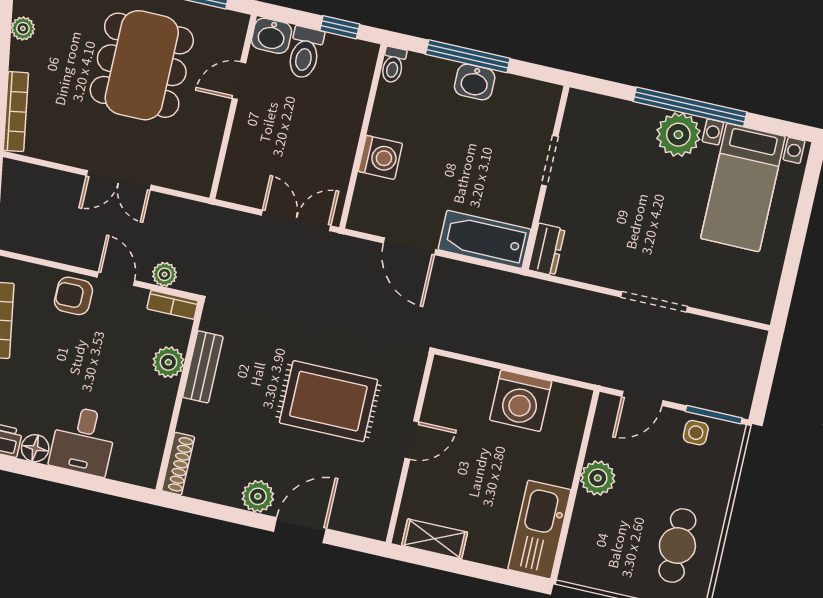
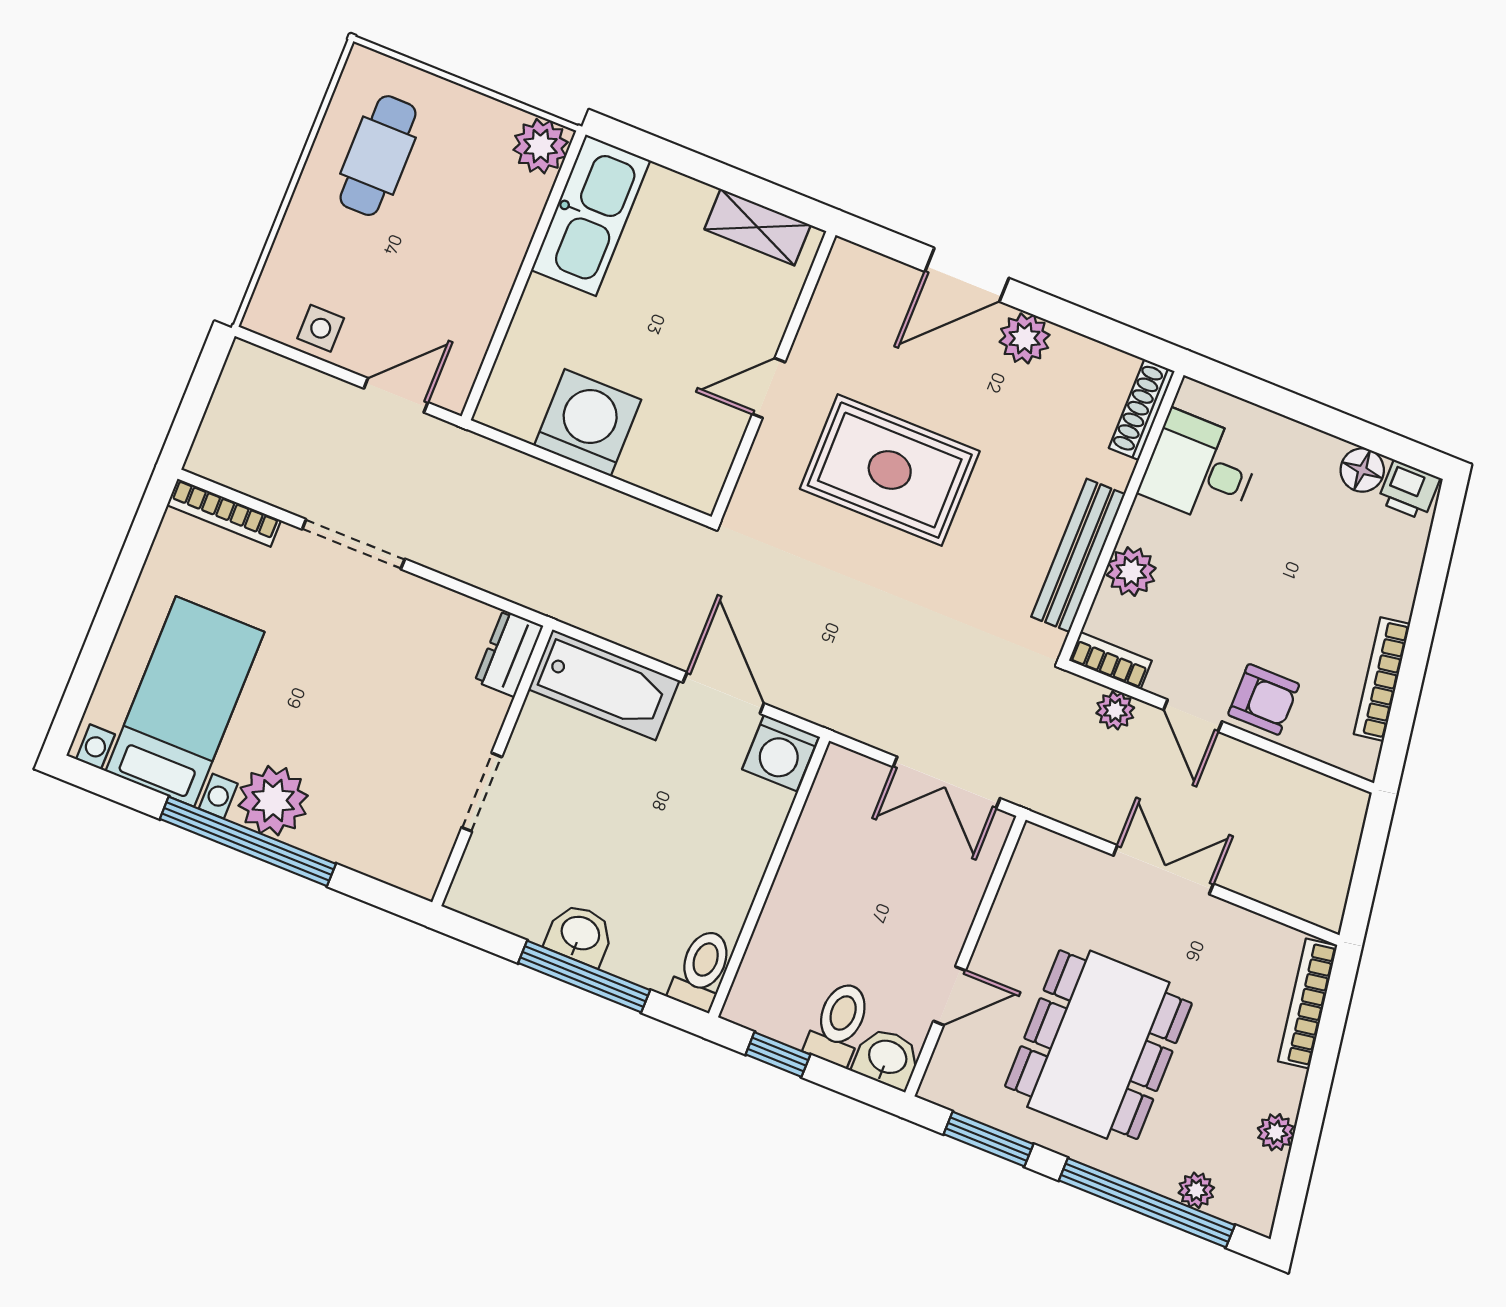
toilet: (393, 65) -> (702, 970), width x1.37, depth x1.39
washing machine: (380, 157) -> (780, 753), moved, turned -90
double door: (296, 220) -> (947, 783), moved
bookcase: (738, 308) -> (224, 513), added
bench: (203, 367) -> (1078, 555), width x1.36
window: (714, 415) -> (288, 352), removed
desk: (83, 441) -> (1200, 469), moved, turned -90
plant: (598, 478) -> (541, 146), moved

